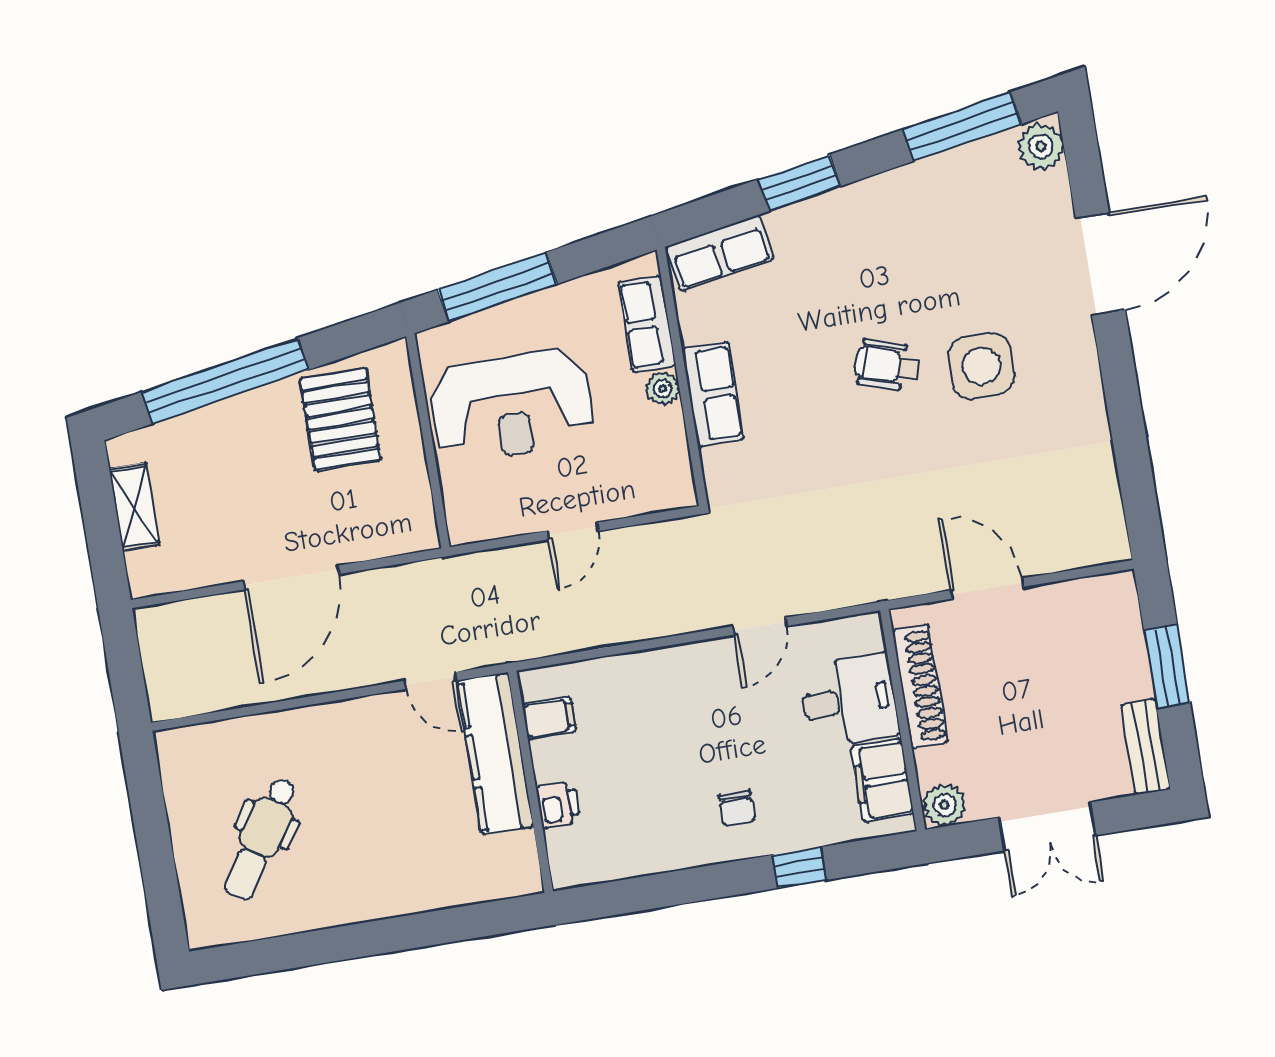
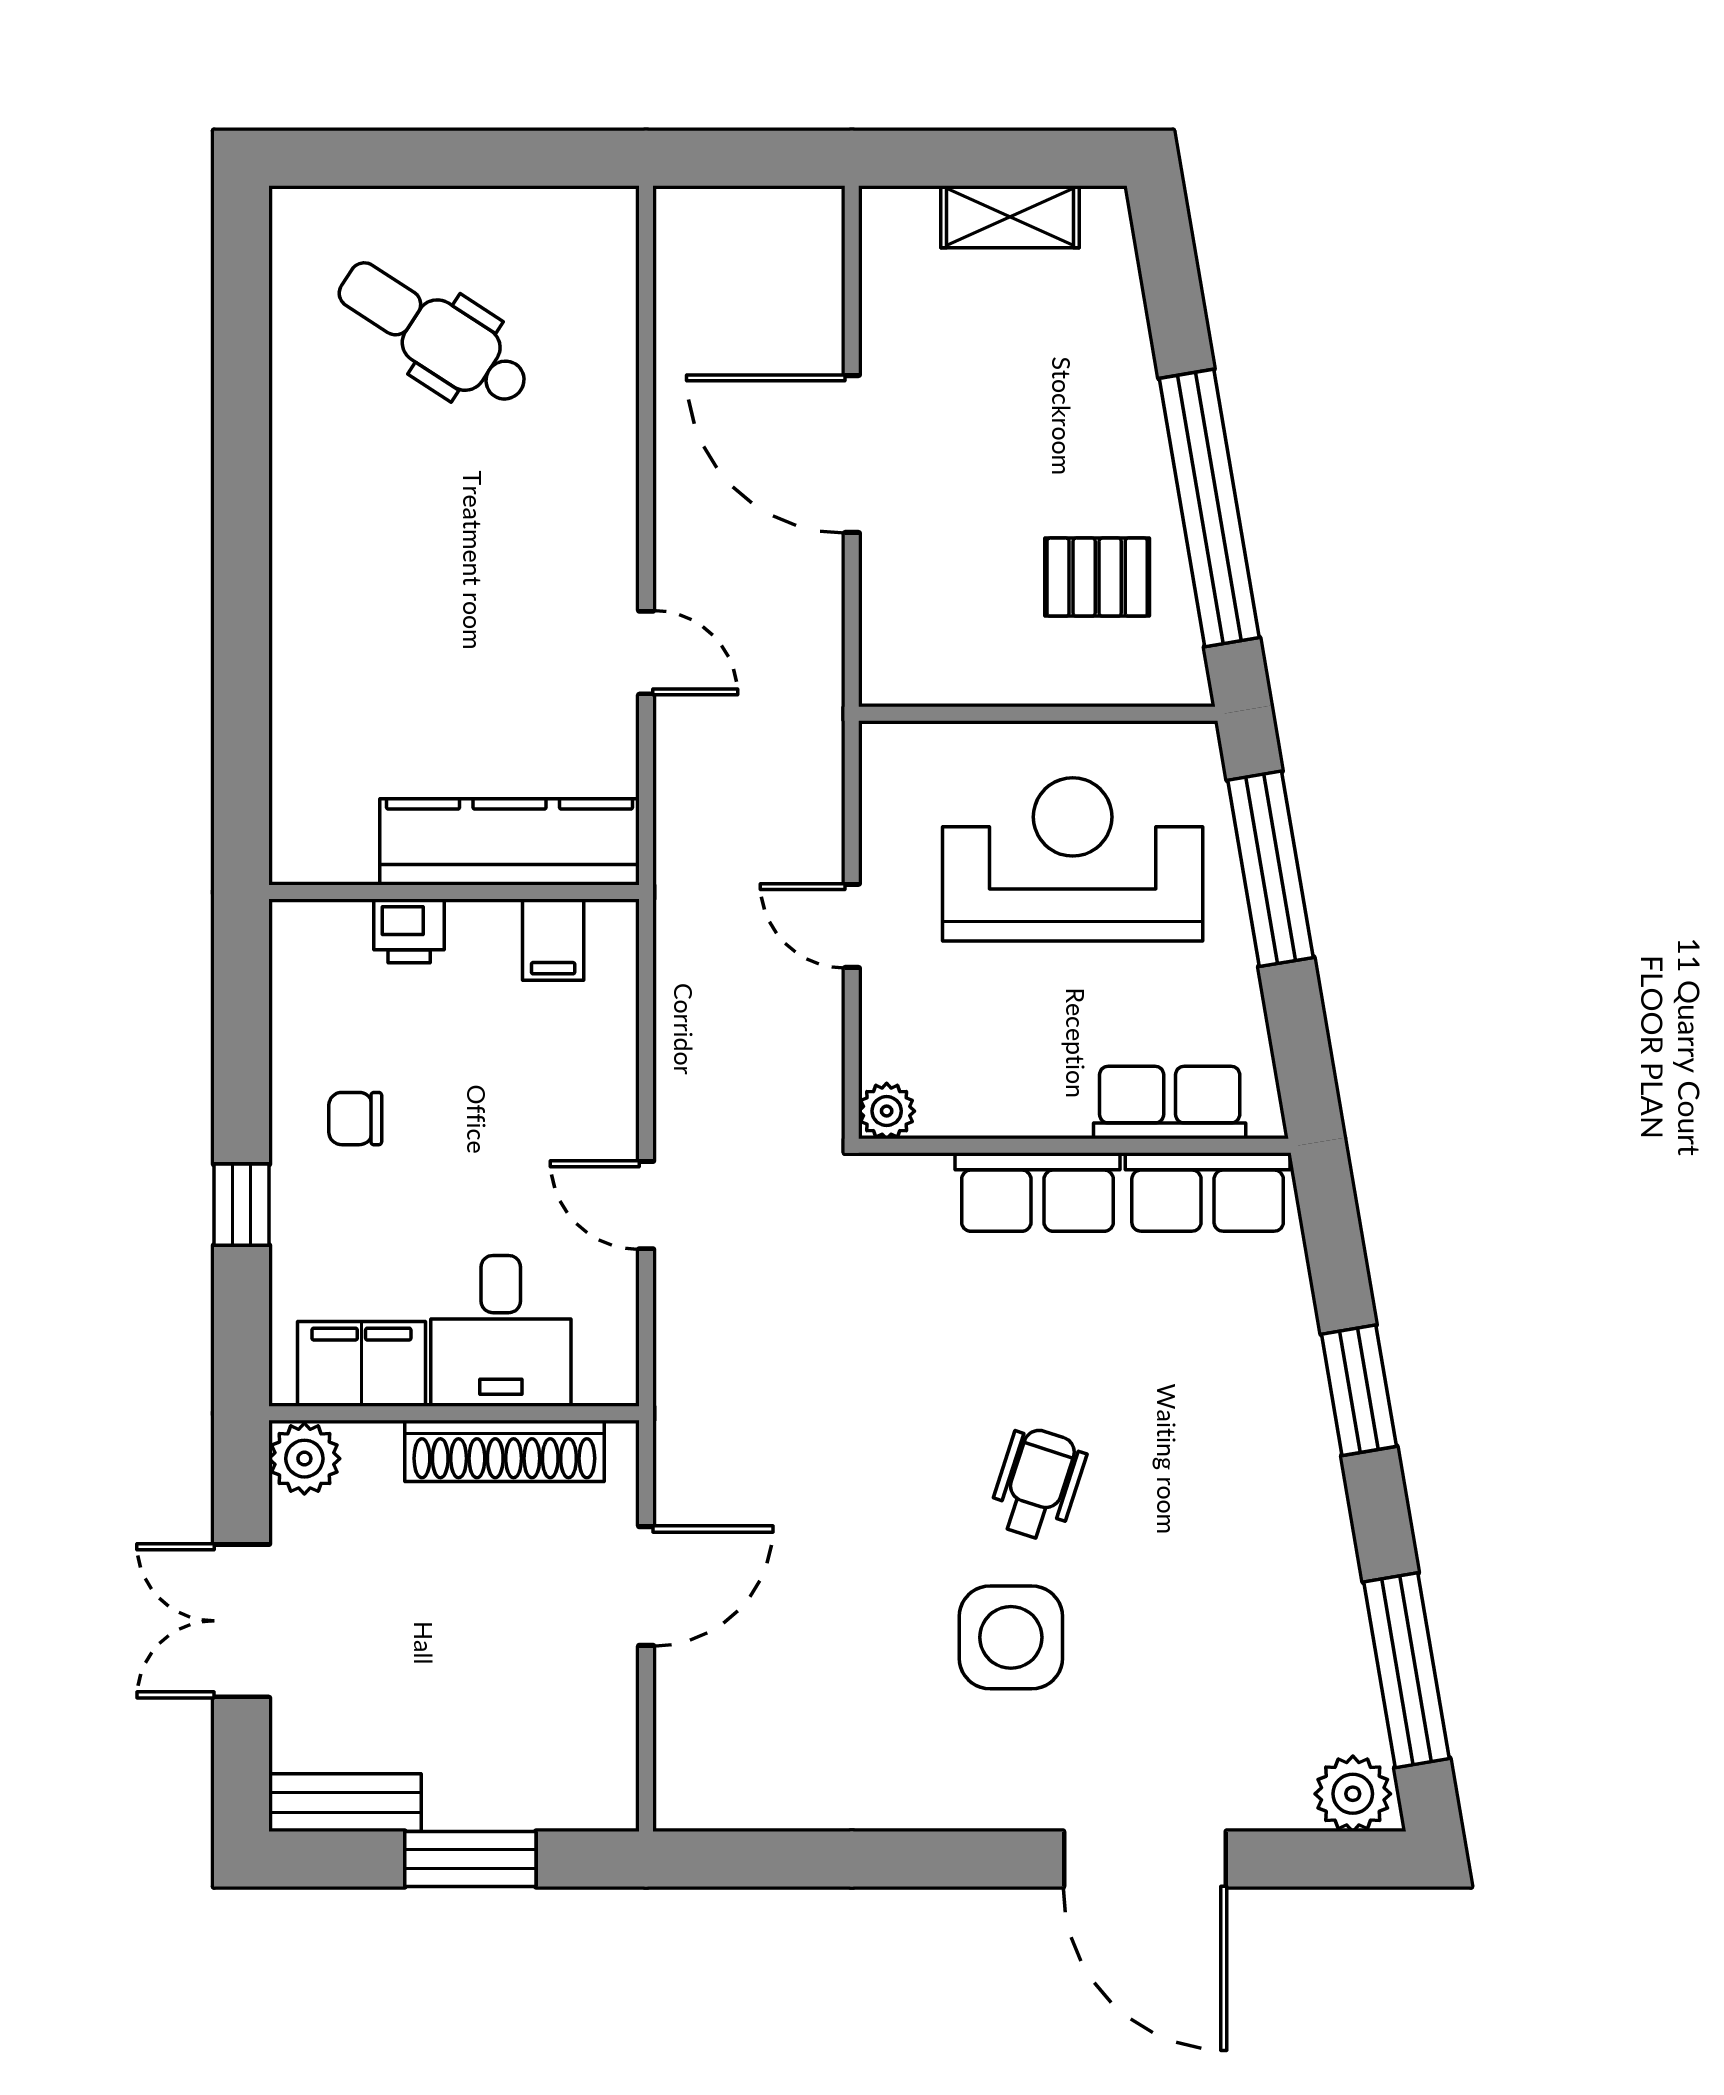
row of seats: (720, 253) -> (1208, 1192), moved, turned -80
window: (225, 381) -> (1209, 508), moved
plant: (663, 388) -> (887, 1111), moved
reception desk: (511, 406) -> (1073, 859), turned 90
pallet: (340, 419) -> (1097, 577), width x0.67, depth x0.71
door: (430, 681) -> (646, 653), swing flipped
filing cabinet: (549, 718) -> (553, 940), moved
kitchen counter: (495, 754) -> (510, 842), moved
wall: (530, 782) -> (454, 892), moved
printer: (558, 805) -> (409, 931), moved

